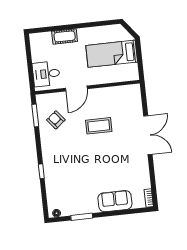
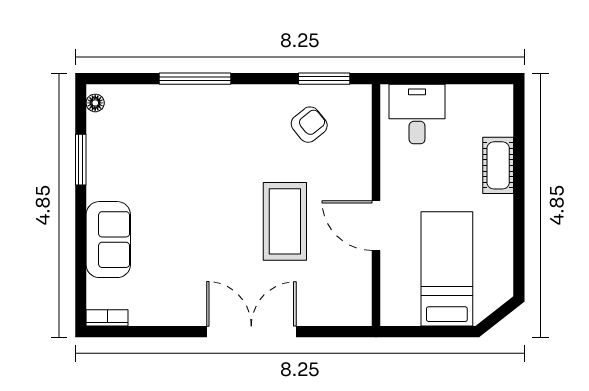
door: (76, 88) -> (376, 226), moved
coffee table: (99, 126) -> (285, 221), width x1.36, depth x1.32
double door: (148, 135) -> (251, 332), swing flipped
window: (41, 171) -> (195, 79), width x2.17

